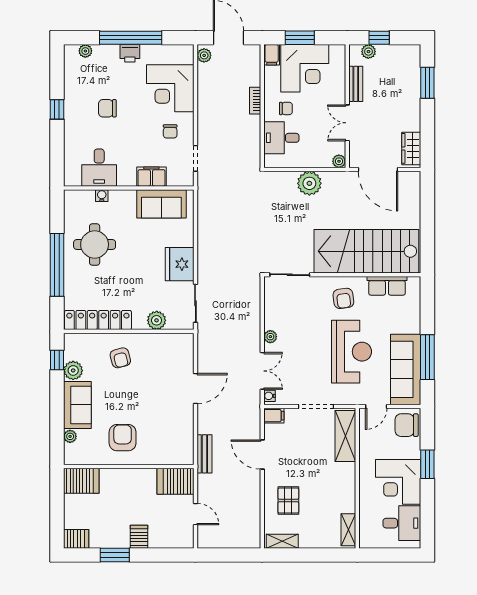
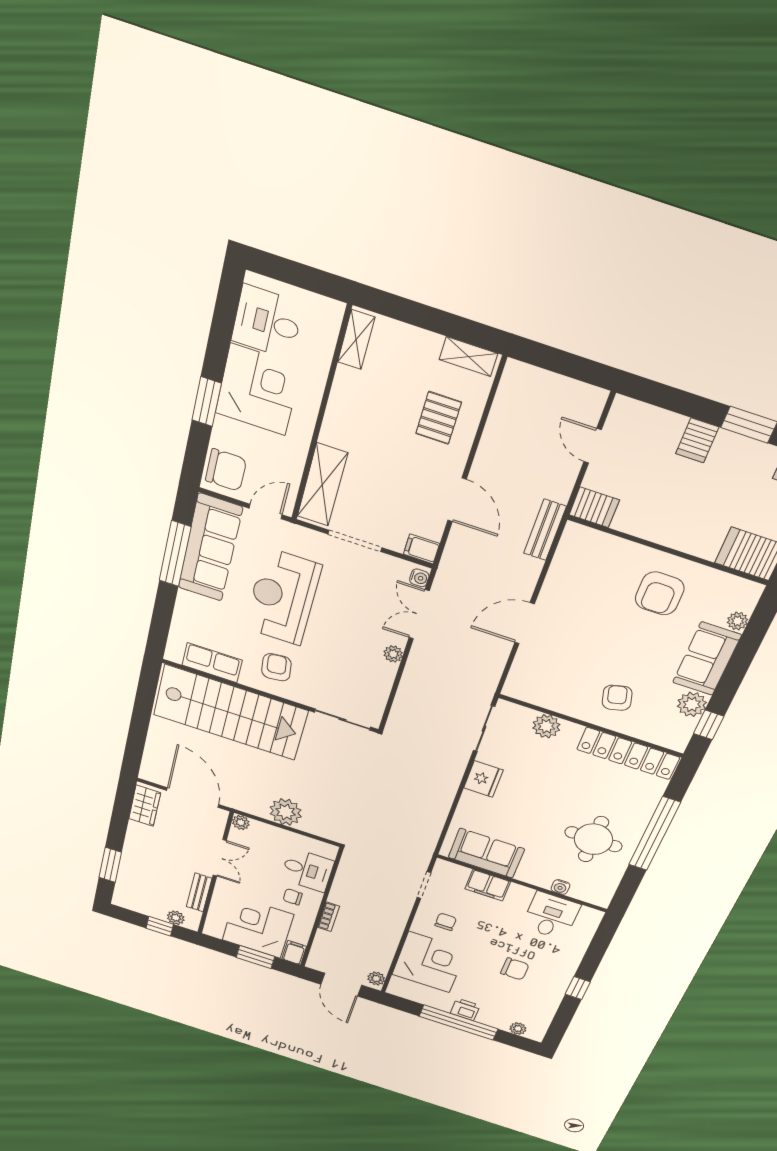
fridge: (180, 264) -> (483, 779), width x0.73, depth x0.75
server rack: (175, 481) -> (594, 507), width x0.73, depth x0.70

